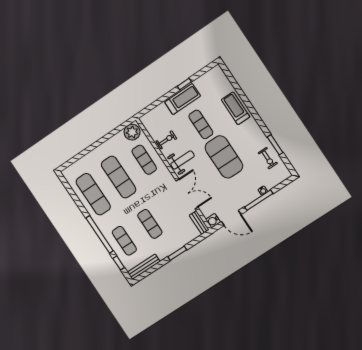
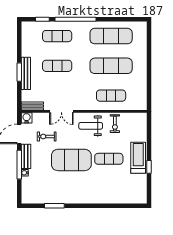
treadmill: (183, 99) -> (138, 158), turned 180
treadmill: (236, 108) -> (103, 194), removed
plant: (132, 132) -> (139, 101), removed
exercise bike: (268, 158) -> (47, 136), moved
weight bench: (182, 160) -> (91, 126), turned 90
double door: (187, 194) -> (61, 111), width x0.73
bench: (247, 199) -> (26, 156), added
bench: (144, 267) -> (26, 73), moved

